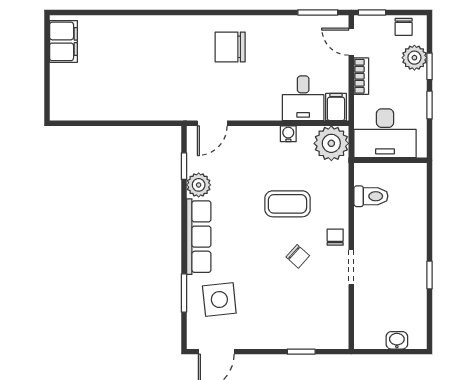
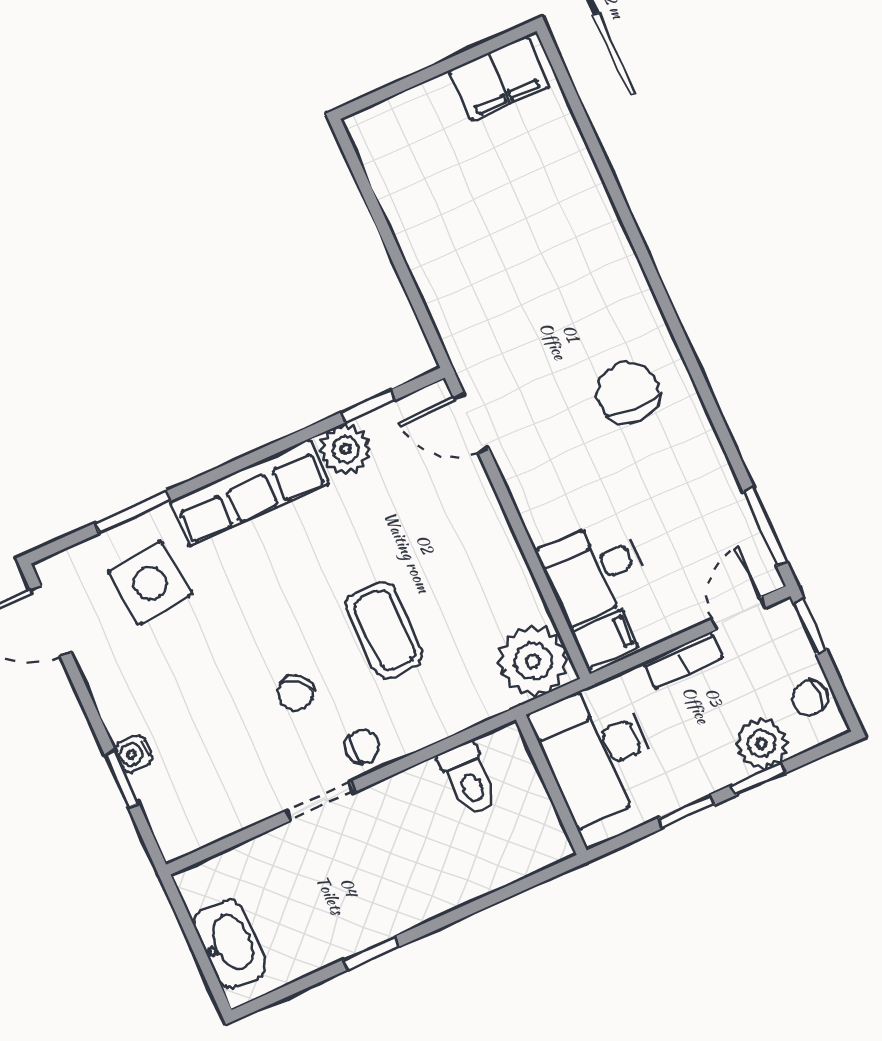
water cooler: (288, 134) -> (134, 754), moved, turned 180
washbasin: (397, 340) -> (230, 944), width x1.91, depth x1.45

